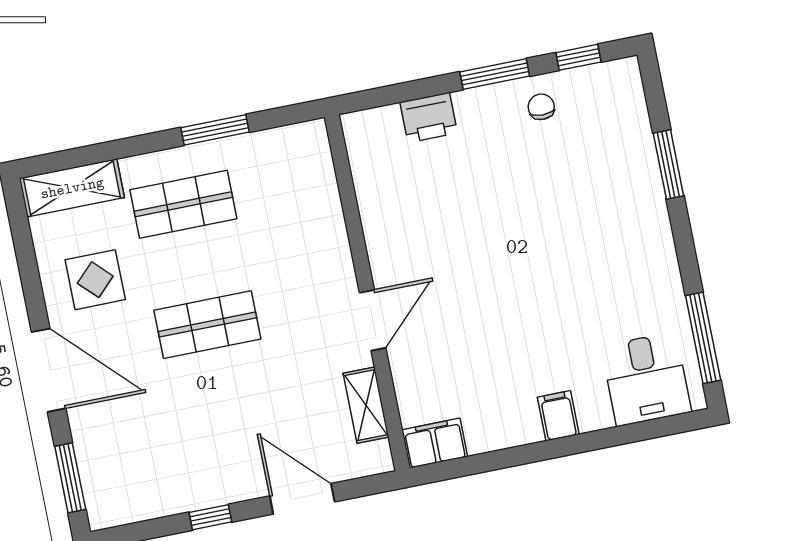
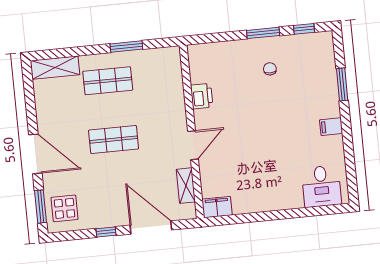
chair: (541, 107) -> (270, 69), moved
printer: (429, 118) -> (202, 96), moved, turned -90
display table: (95, 280) -> (65, 208), moved
window: (703, 338) -> (351, 169), removed
filing cabinet: (558, 416) -> (331, 127), moved, turned -90
door: (302, 499) -> (151, 228), width x1.36

